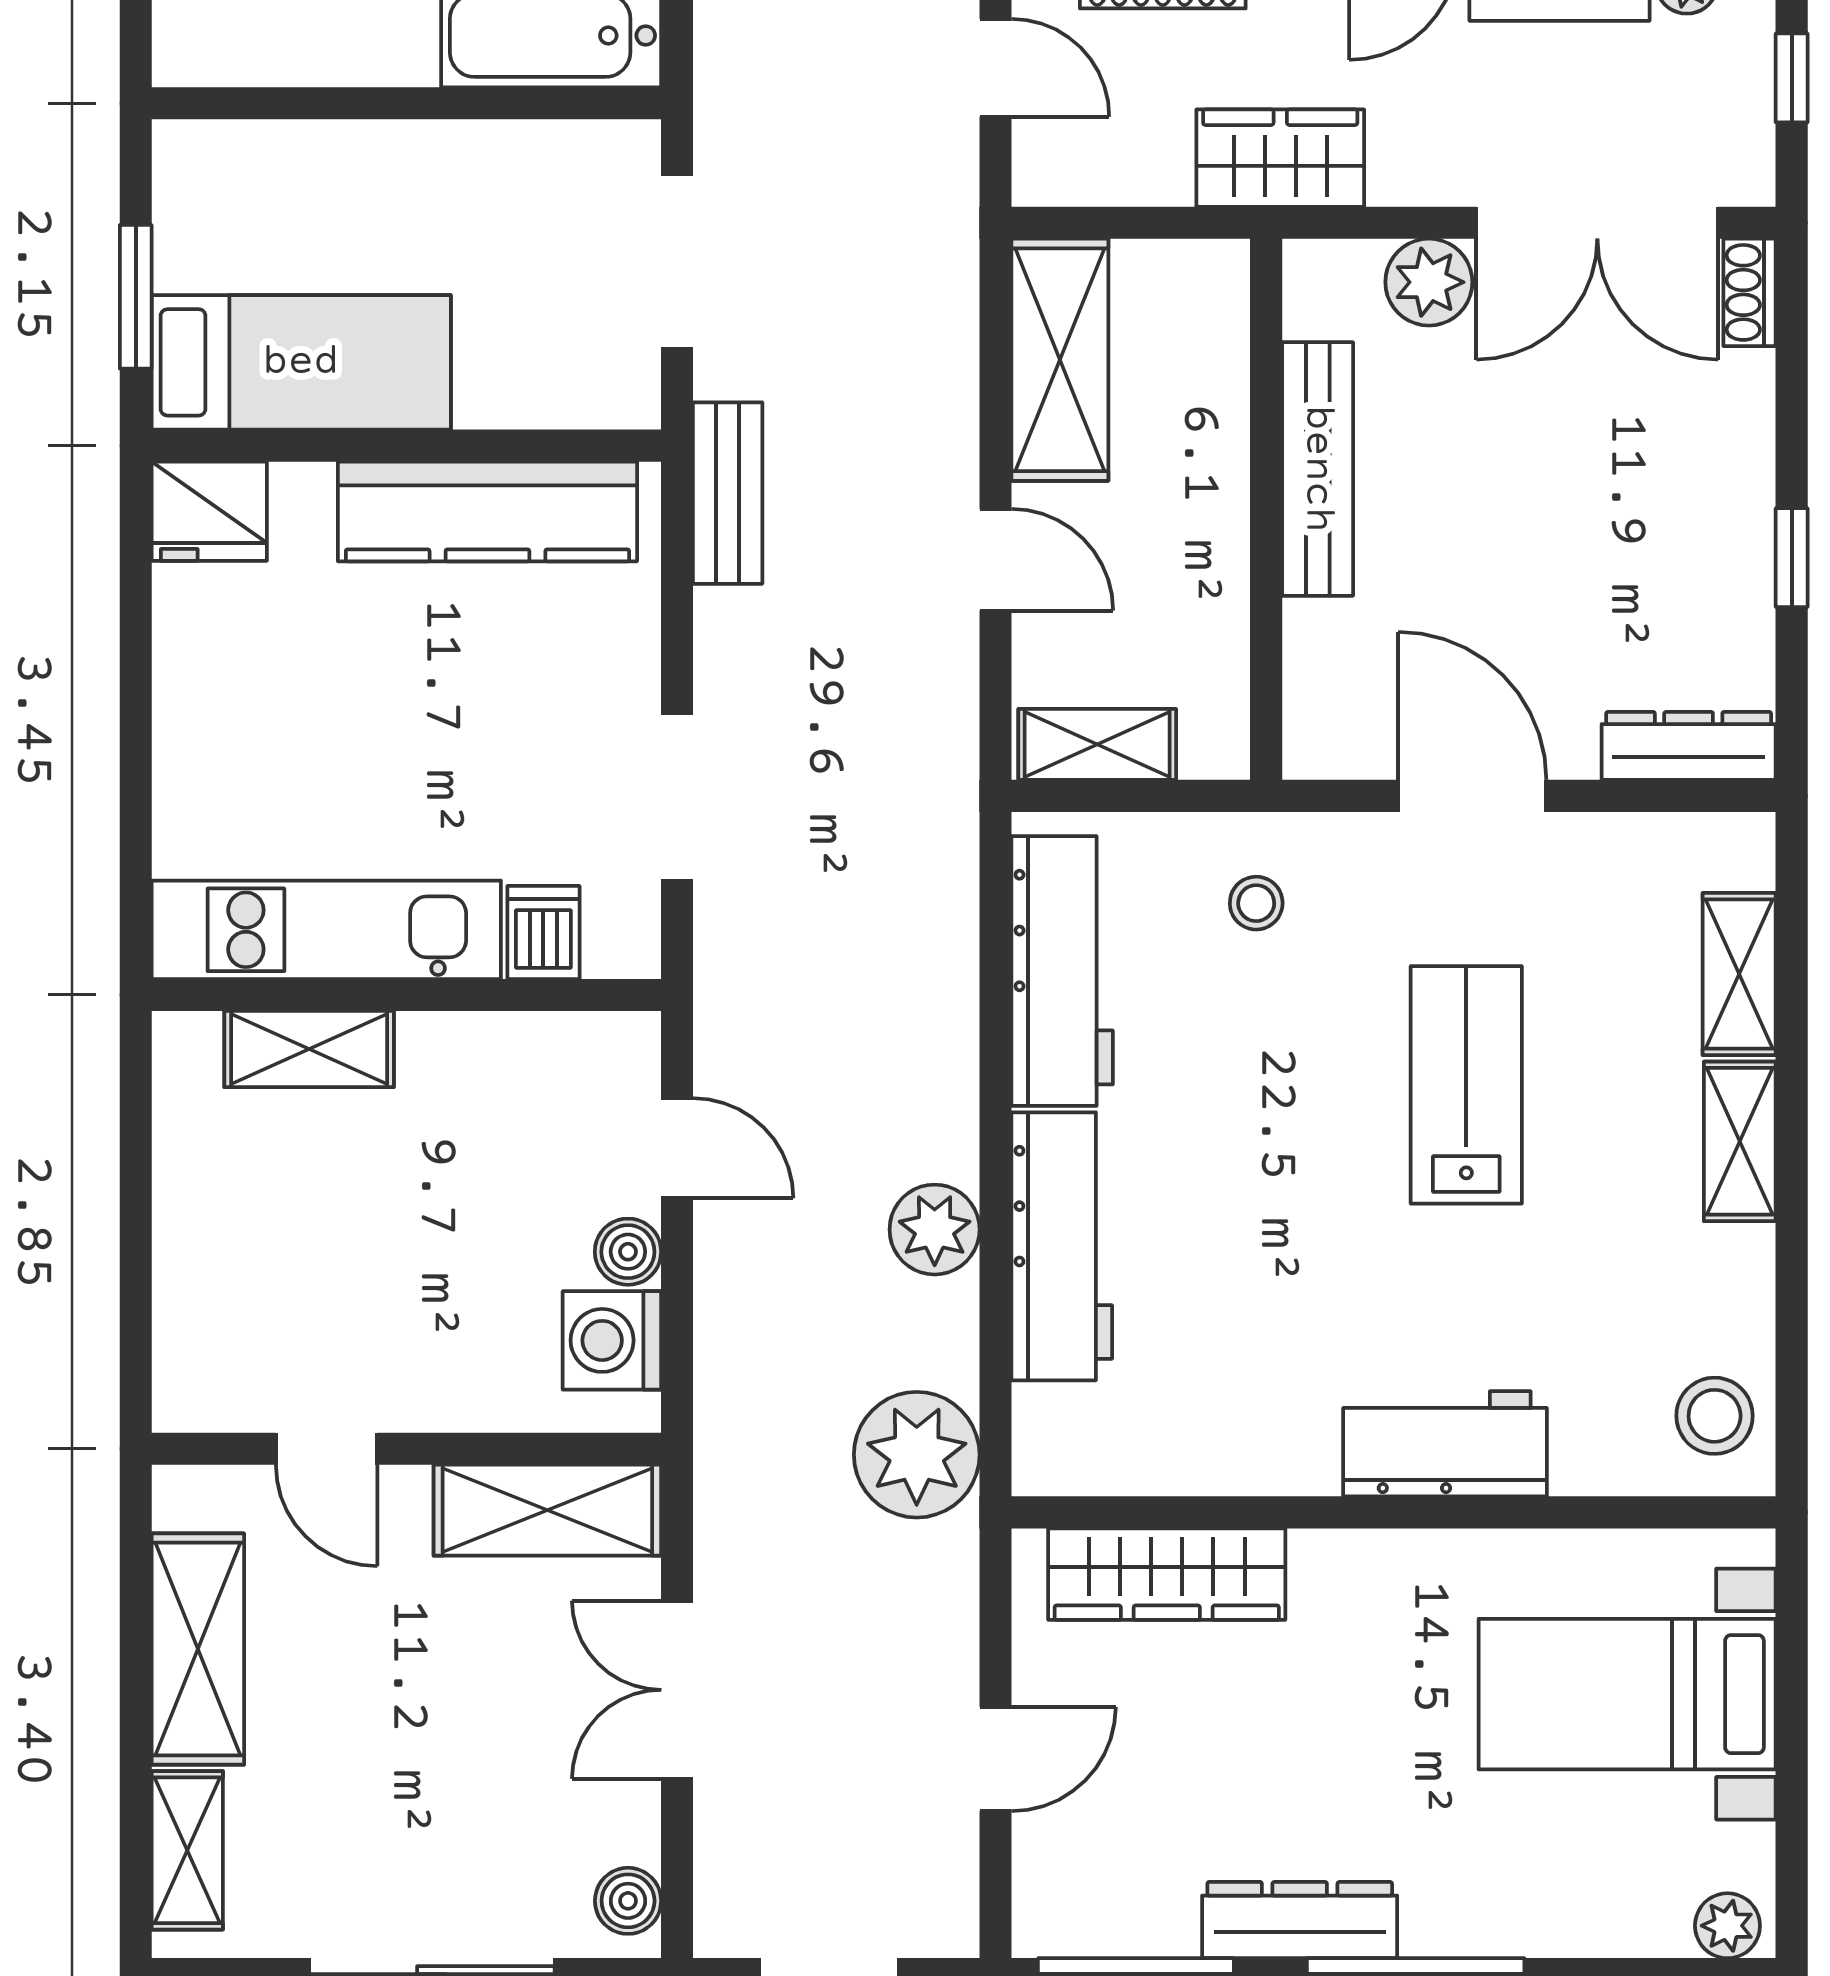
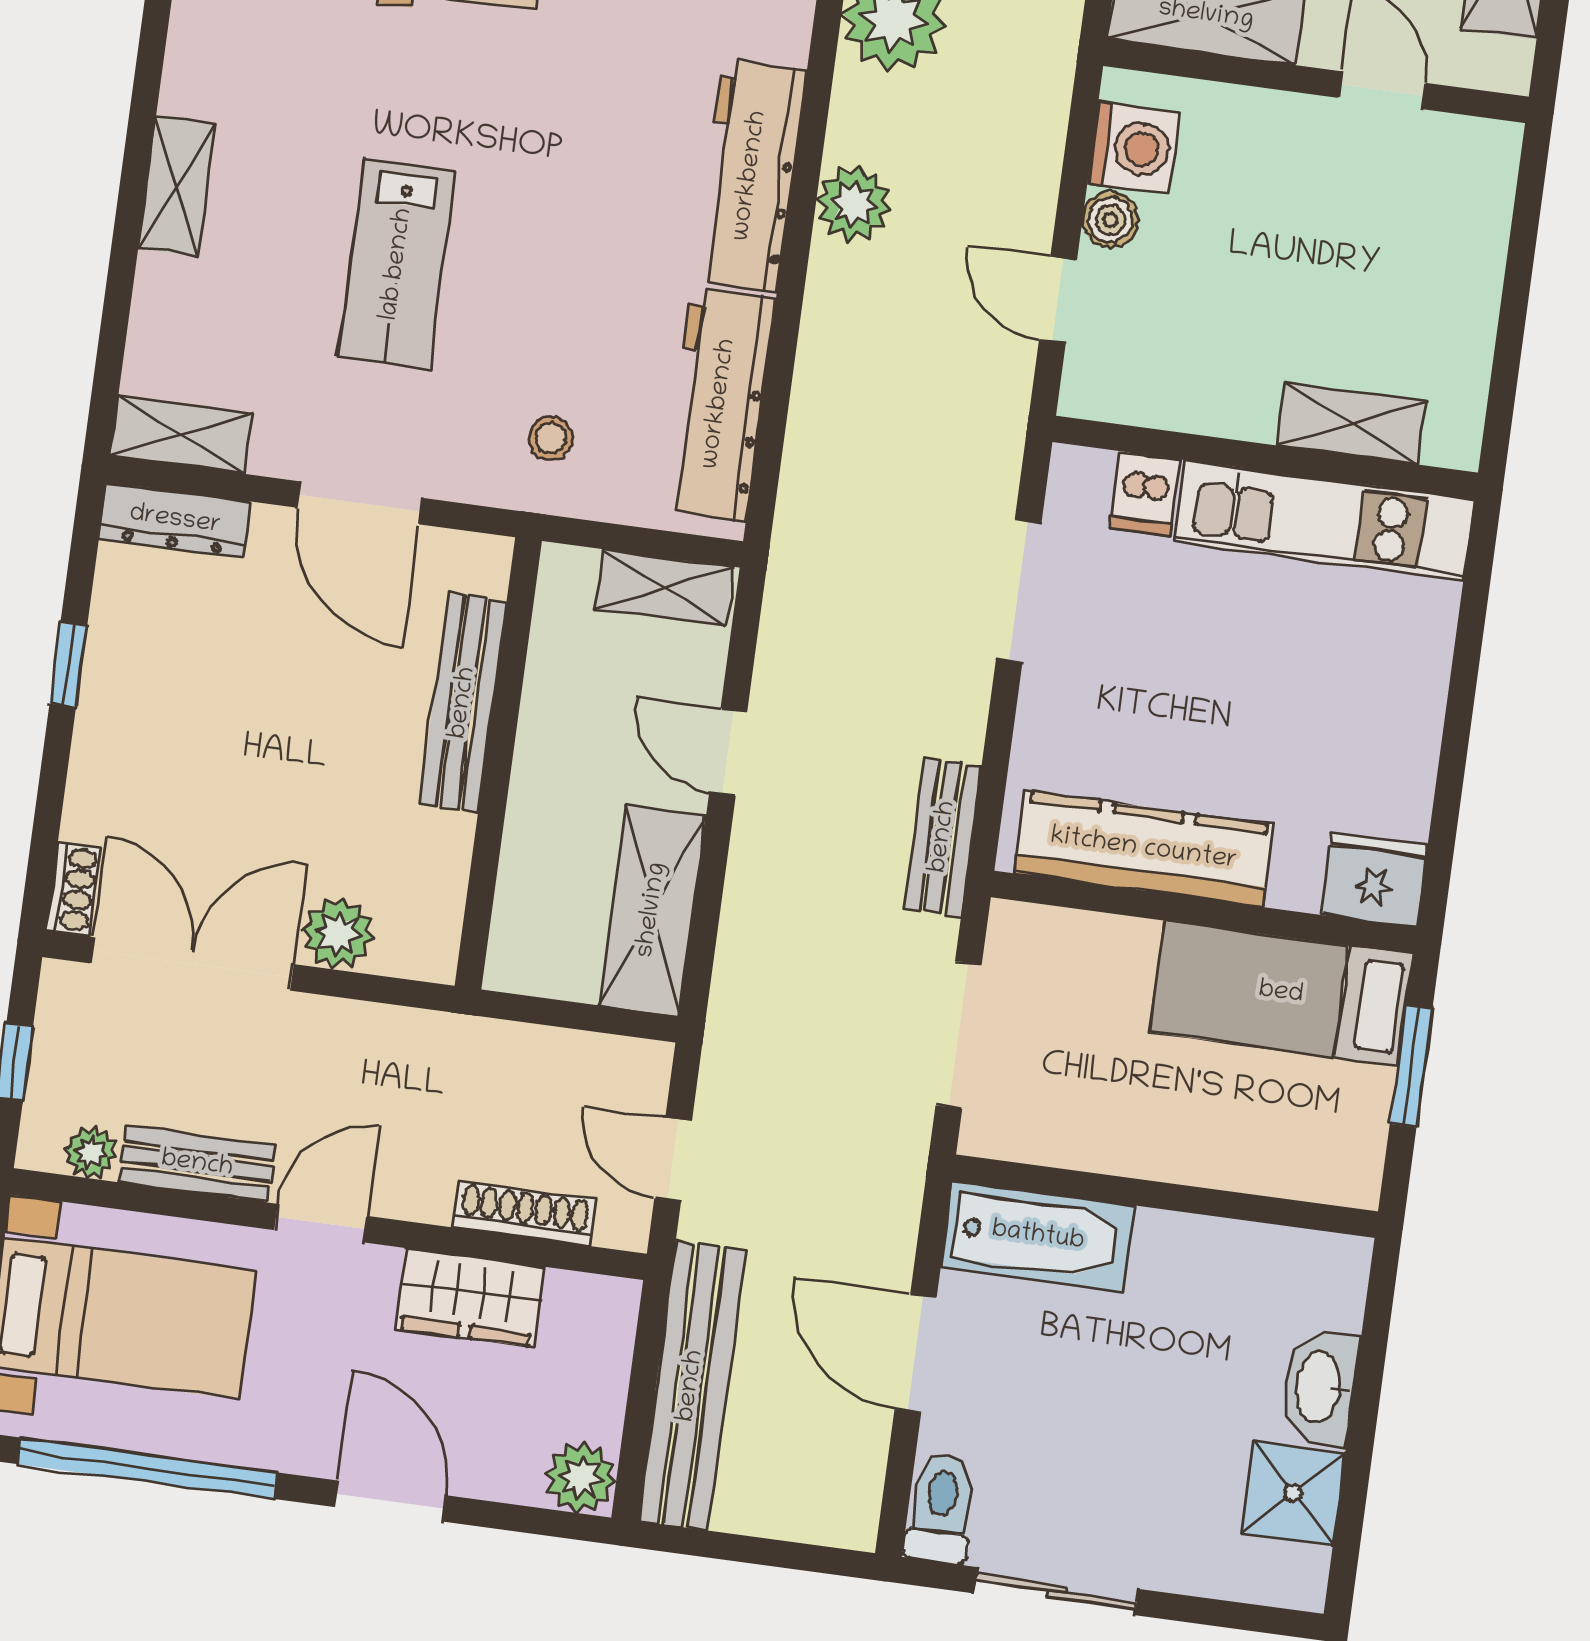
wardrobe: (1280, 158) -> (447, 1053), removed
bench: (1318, 469) -> (463, 703), moved
shelving: (1739, 974) -> (181, 434), moved, turned 90

